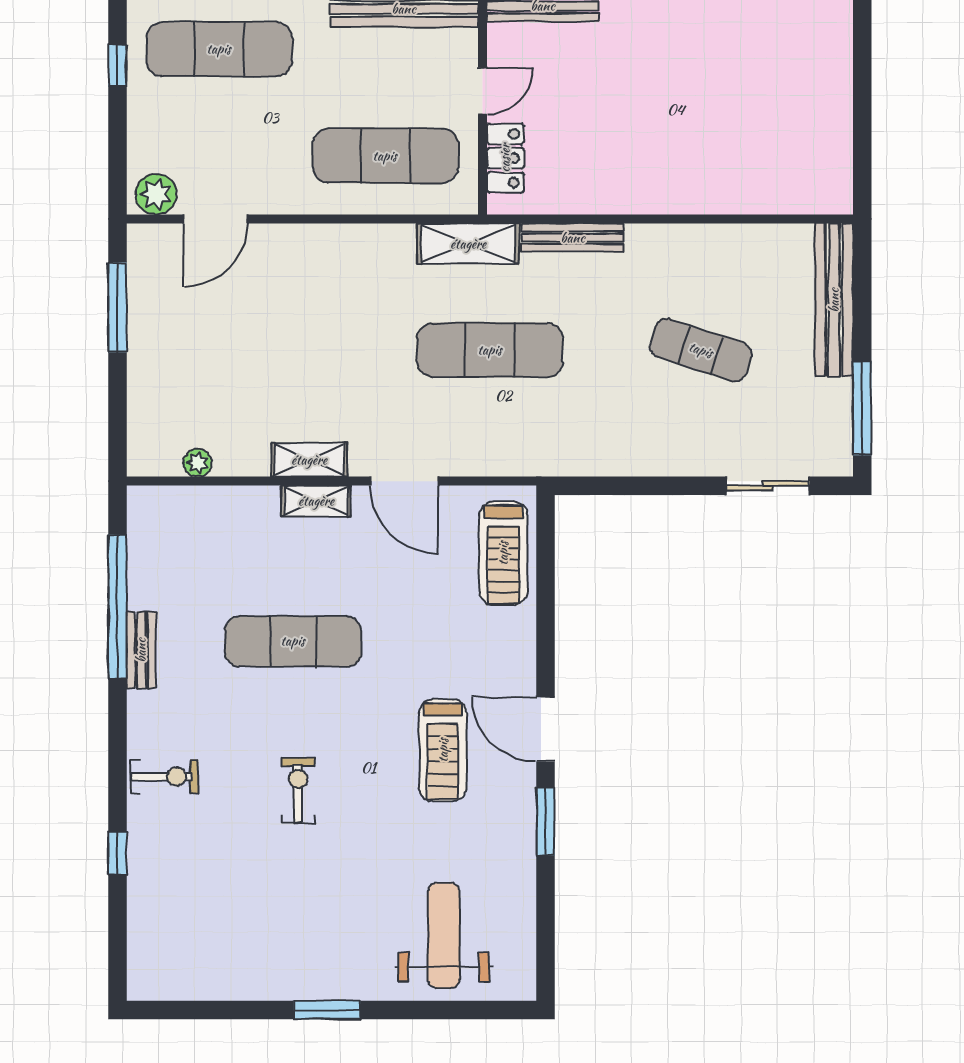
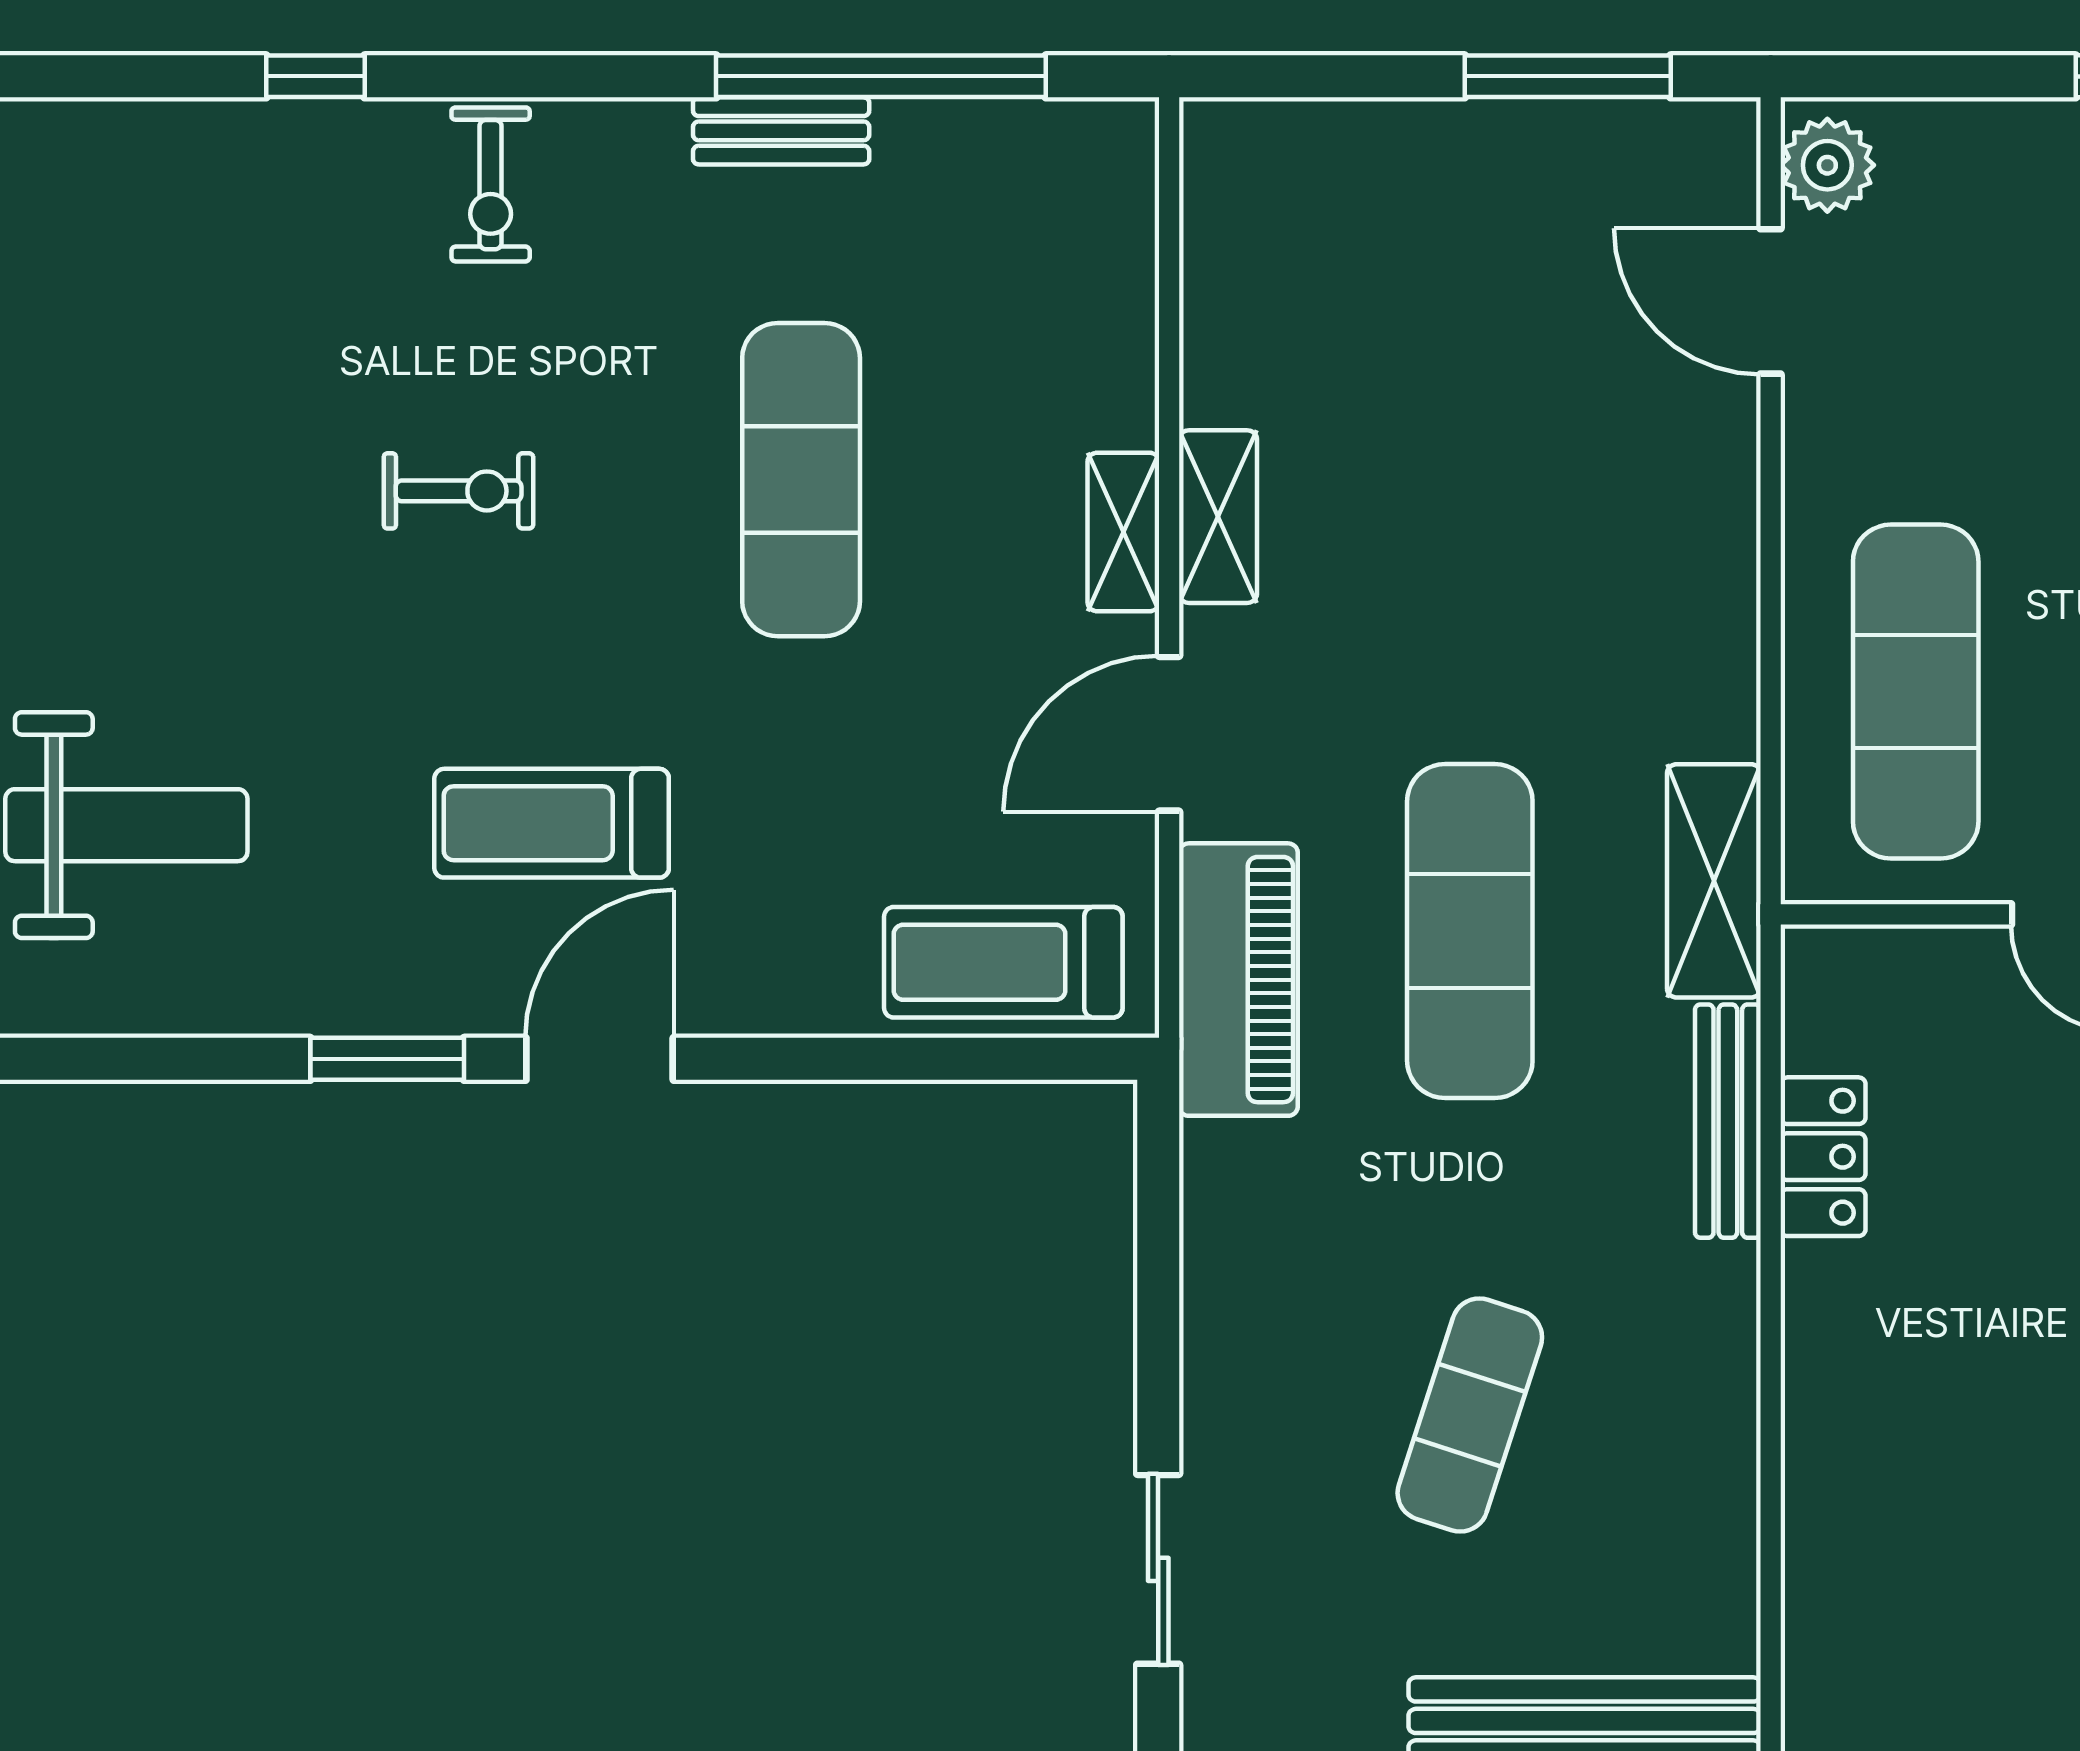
locker: (505, 158) -> (1823, 1157), moved, turned -90
piano: (511, 451) -> (1238, 980), added
plant: (198, 463) -> (1211, 260), removed

